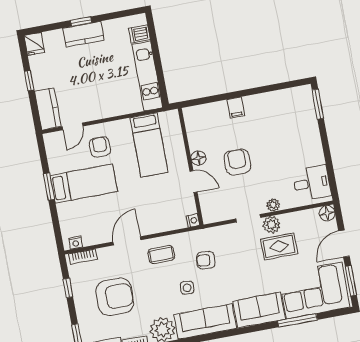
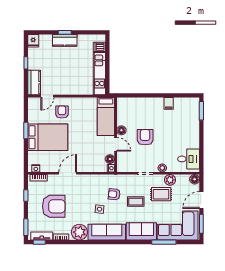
filing cabinet: (236, 108) -> (169, 103), moved
bed: (149, 145) -> (106, 116), moved
bed: (84, 183) -> (48, 137), width x1.50
floor lamp: (189, 206) -> (110, 159), added
plant: (271, 225) -> (170, 180), moved
coffee table: (161, 255) -> (136, 202), moved

